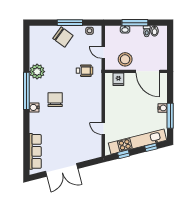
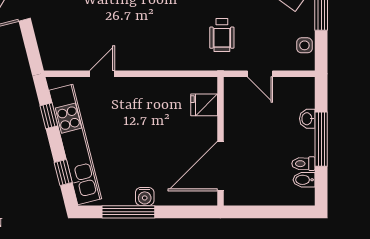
door: (103, 52) -> (260, 74), swing flipped
stool: (125, 59) -> (245, 119), removed

